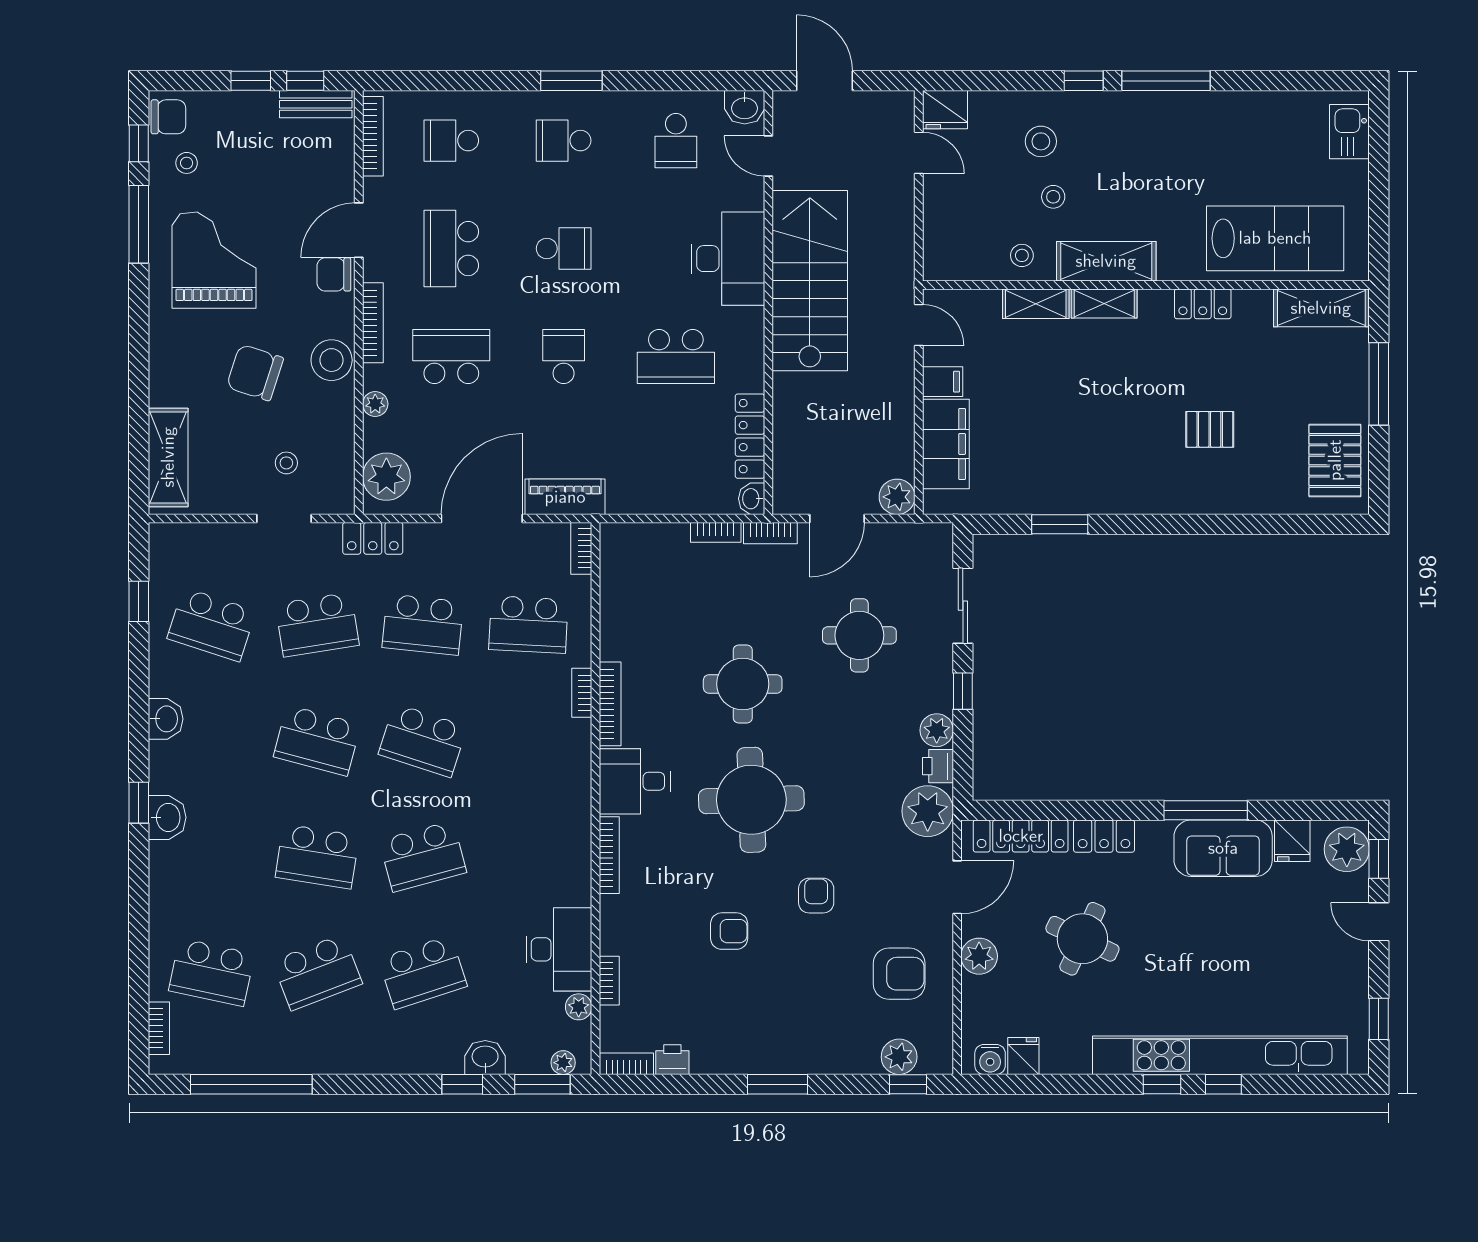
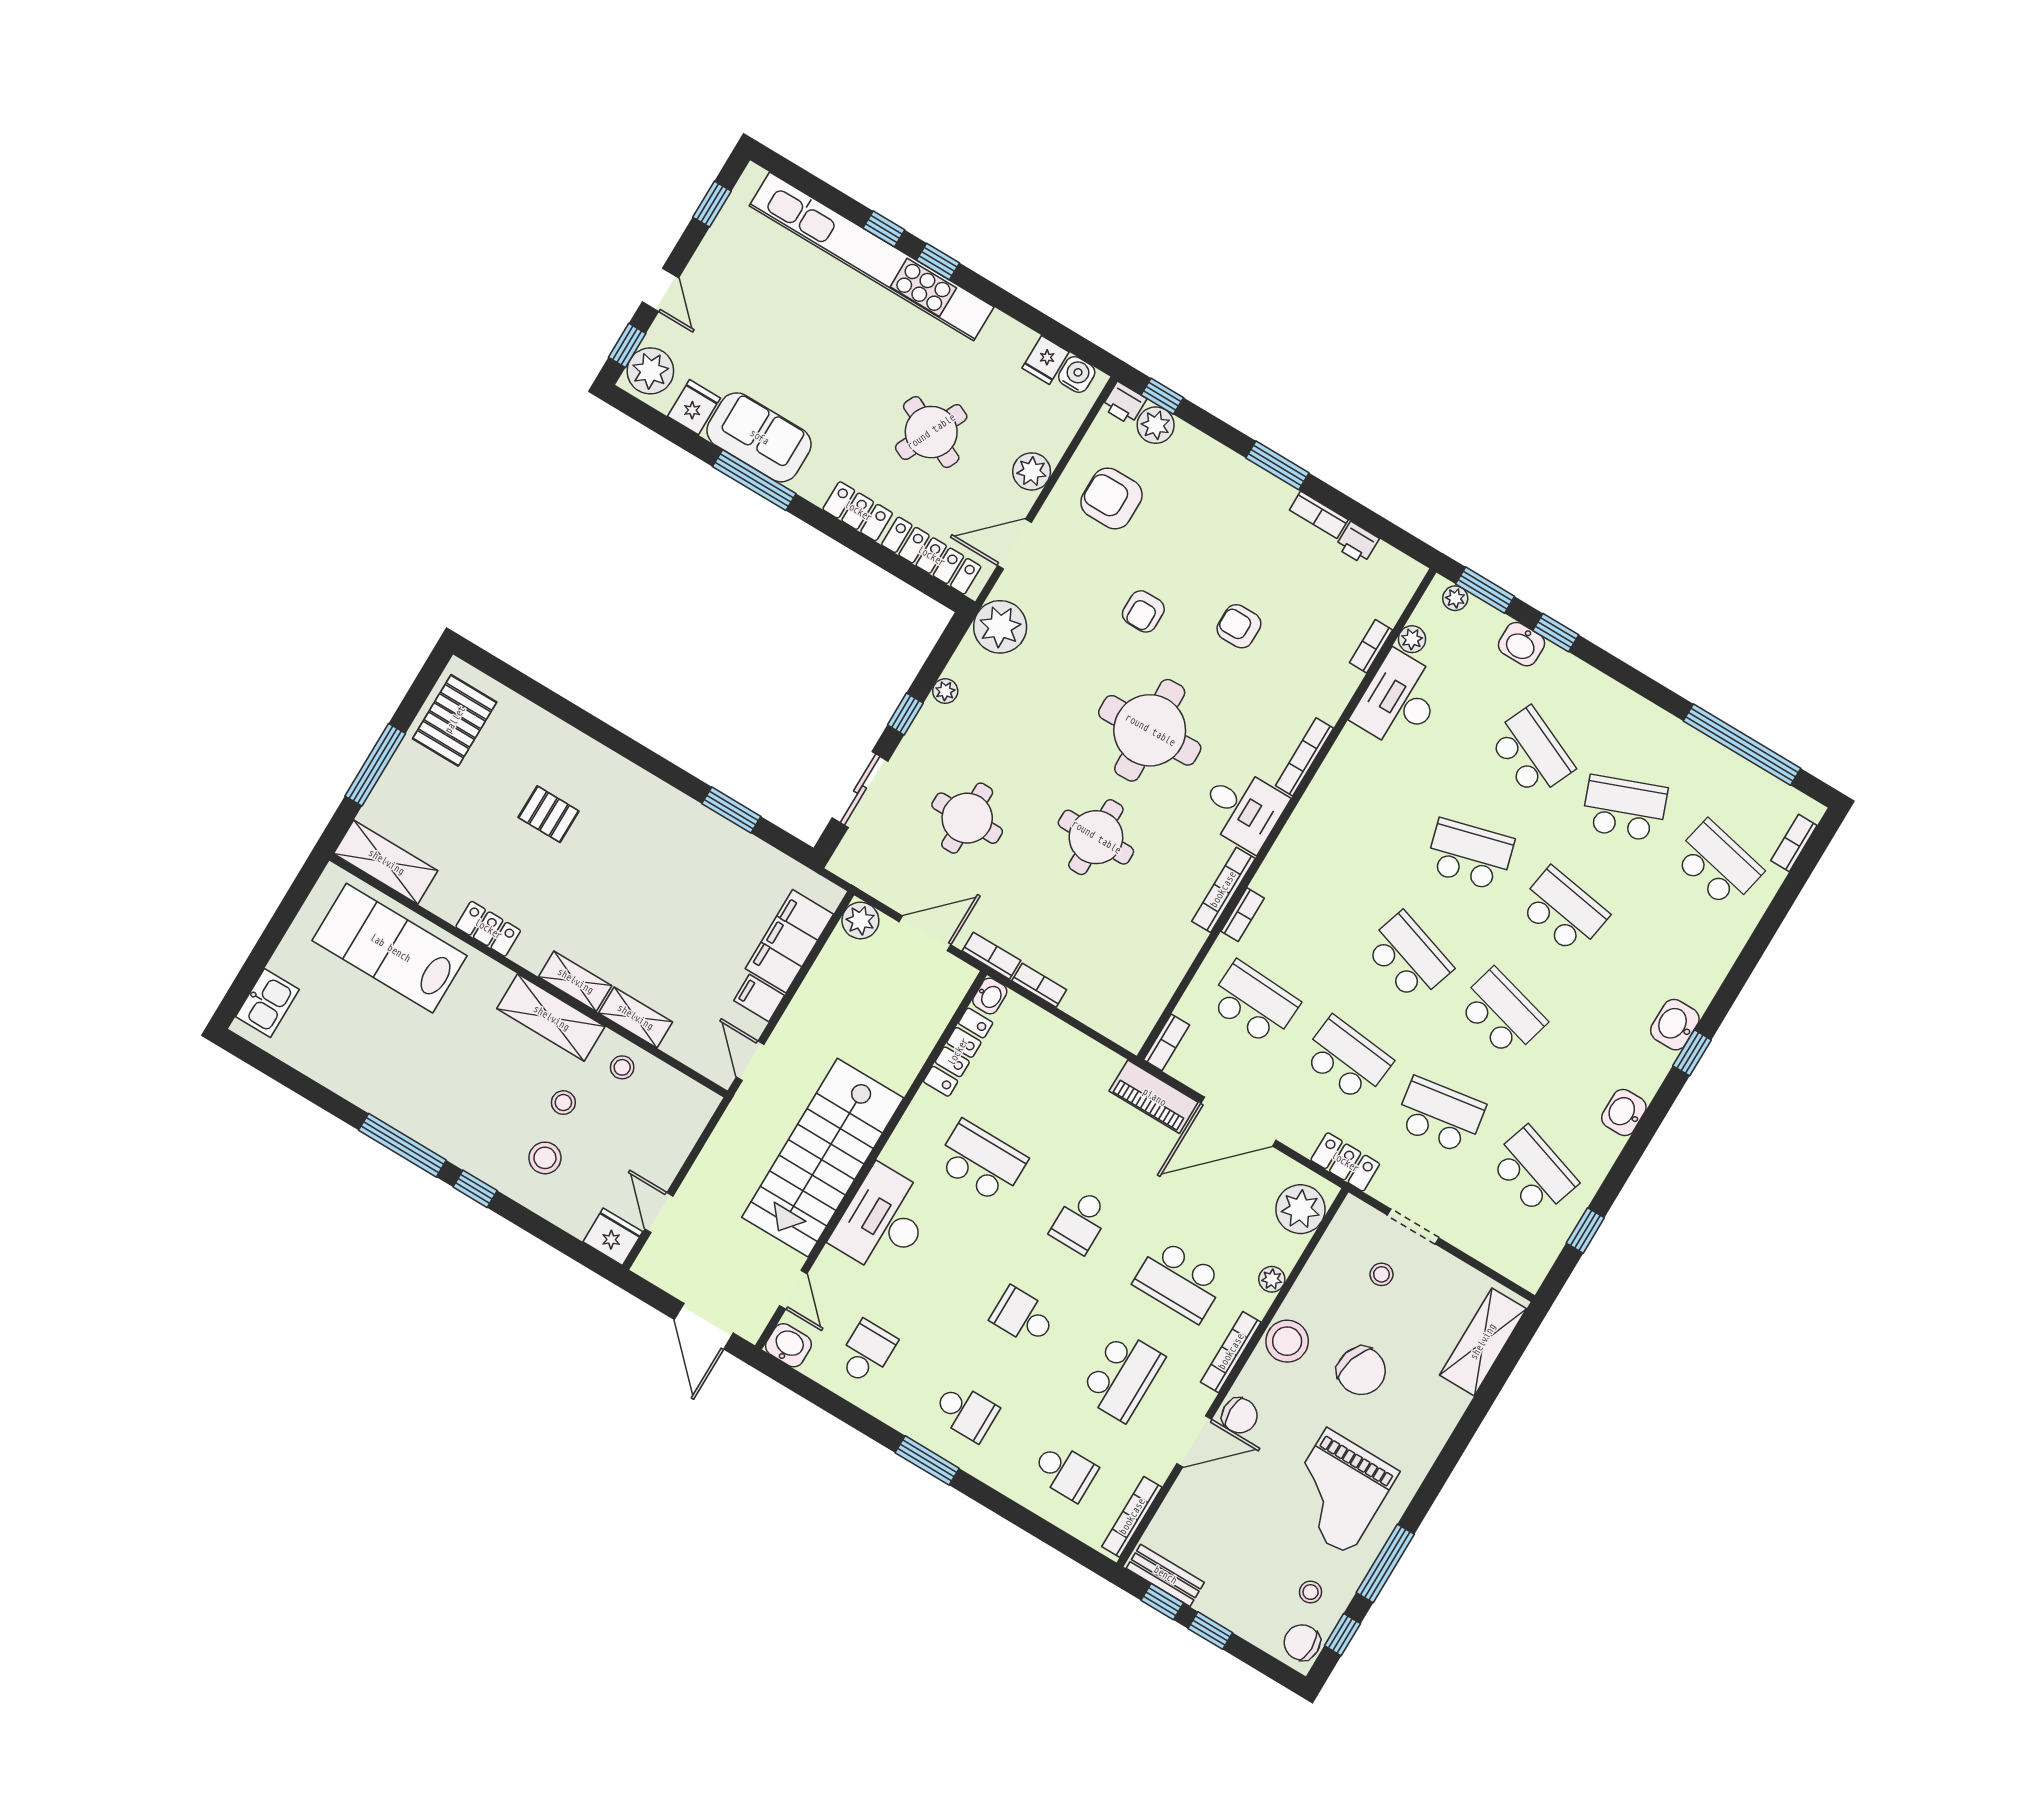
plant: (937, 730) -> (945, 691), width x0.73, depth x0.73
printer: (938, 766) -> (1124, 403), moved, turned 90
school desk: (423, 972) -> (1531, 752), turned 42
bookcase: (626, 1064) -> (1319, 515), moved

